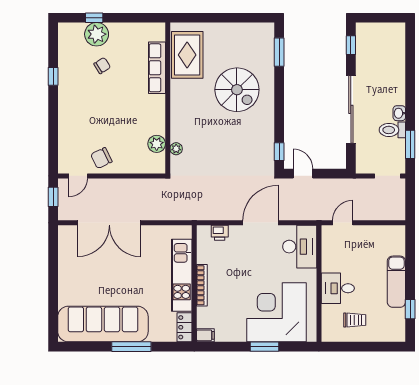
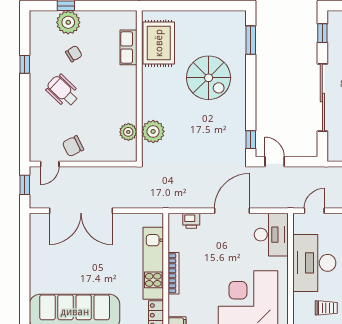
row of seats: (157, 68) -> (129, 47), width x0.68
wheelchair: (91, 103) -> (63, 91), added
plant: (176, 149) -> (153, 131), width x1.88, depth x1.88
desk: (338, 288) -> (314, 263), width x1.87, depth x1.30

